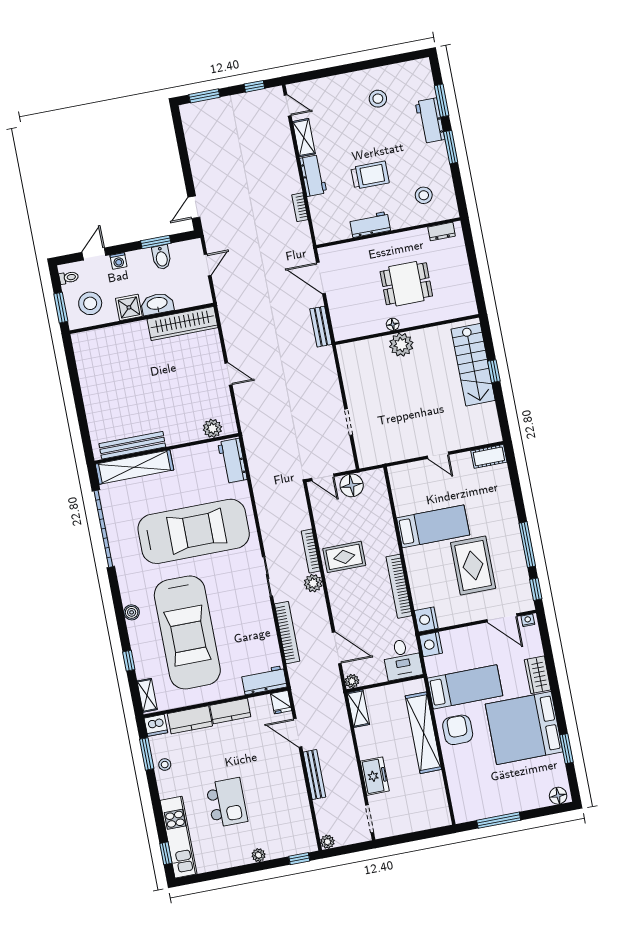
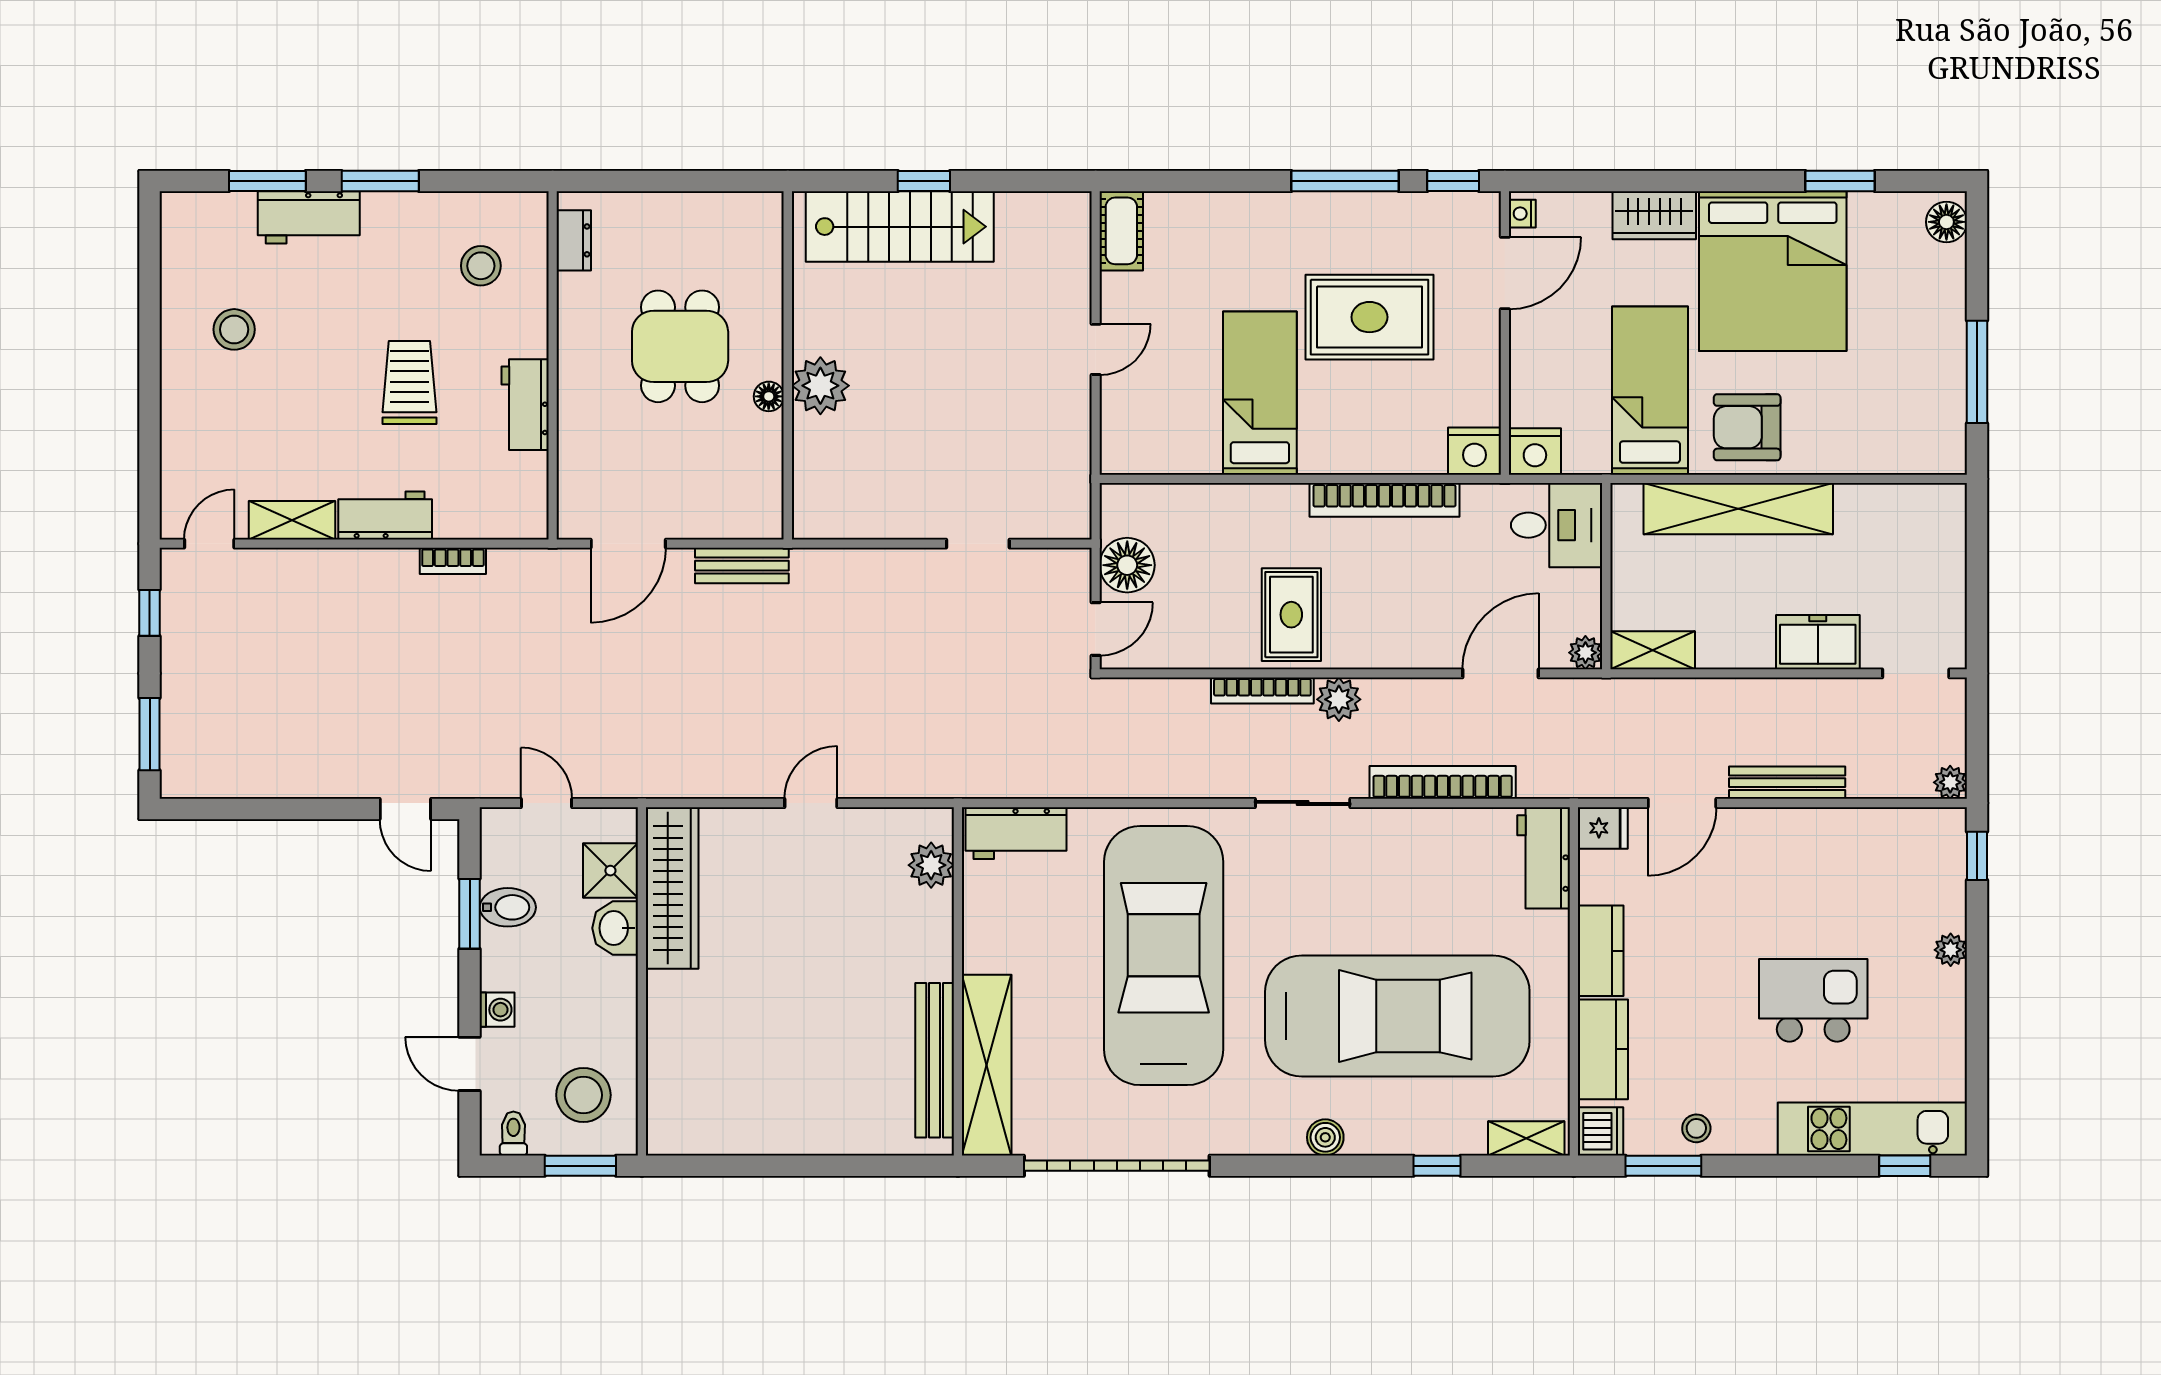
washbasin: (157, 304) -> (615, 928), width x0.72
shower: (129, 307) -> (610, 871), moved

